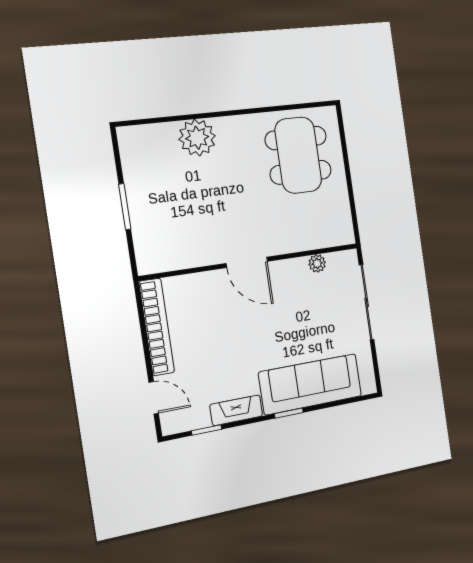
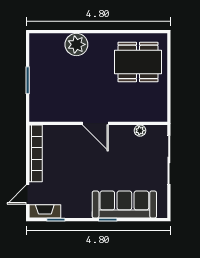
dining table: (298, 155) -> (138, 62), turned 90
door: (154, 398) -> (28, 194), swing flipped
fireplace: (236, 410) -> (45, 211), moved

